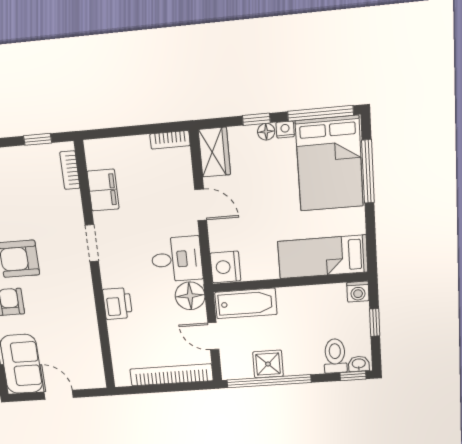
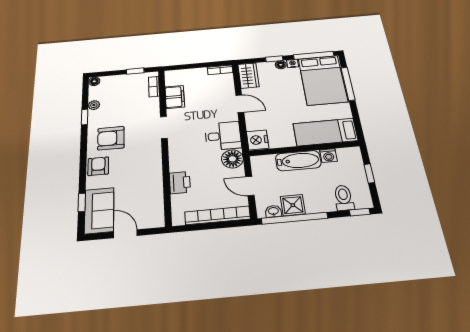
washing machine: (358, 292) -> (329, 156), moved
bathtub: (246, 303) -> (298, 161), moved
printer: (117, 304) -> (180, 183), moved
washbasin: (359, 364) -> (273, 211), moved

